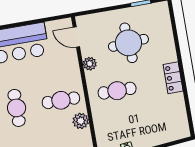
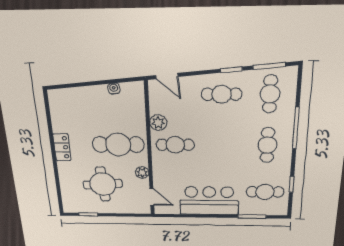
cafe table: (117, 91) -> (118, 145), width x1.37, depth x1.35
cafe table: (17, 108) -> (221, 145), removed

